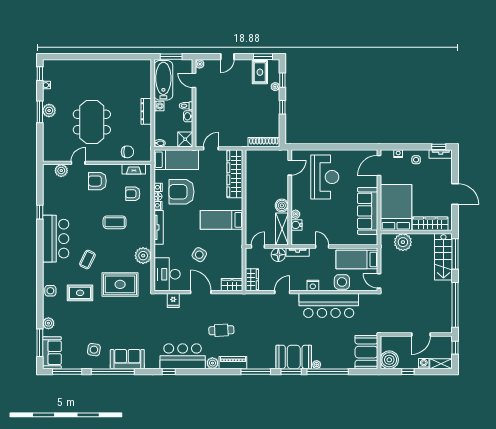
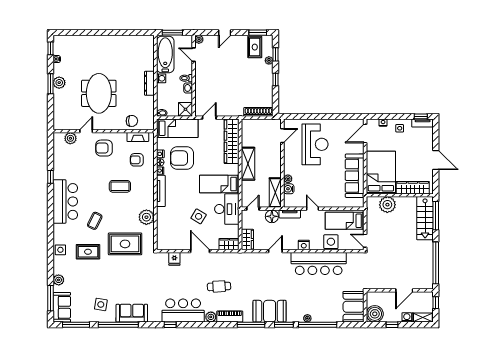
shelving: (253, 198) -> (248, 164), added
boiler: (282, 205) -> (275, 171), removed
desk: (167, 274) -> (227, 209), moved, turned 180
booth: (294, 357) -> (270, 311), moved

